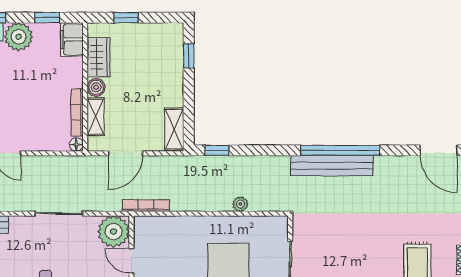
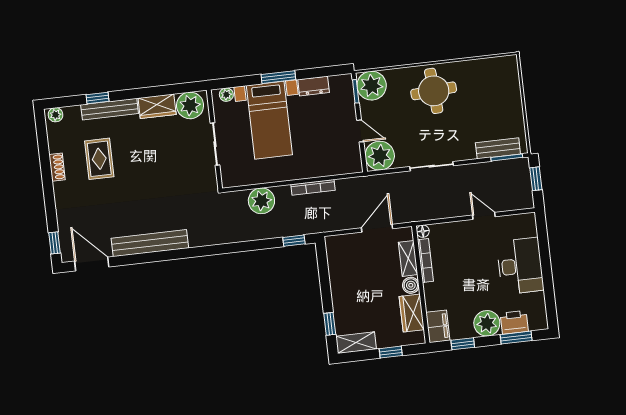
shelving: (174, 129) -> (356, 343), moved, turned 90
window: (340, 150) -> (181, 254), removed
bench: (332, 166) -> (150, 243), moved
plant: (240, 204) -> (261, 201), width x1.88, depth x1.88
bookcase: (146, 206) -> (313, 187), moved

